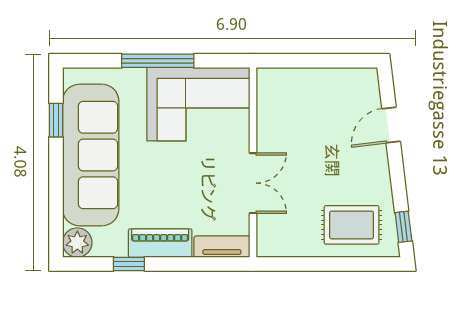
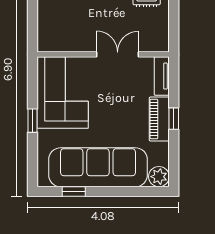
window: (158, 61) -> (33, 121), width x0.46
window: (129, 264) -> (174, 119), moved

